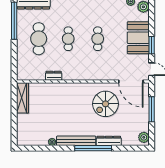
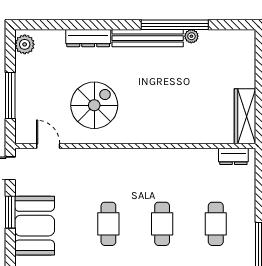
cafe table: (39, 39) -> (216, 224), width x0.73, depth x0.74
dresser: (54, 76) -> (233, 156), moved
door: (131, 81) -> (48, 146), width x0.53
window: (93, 148) -> (175, 25), moved

